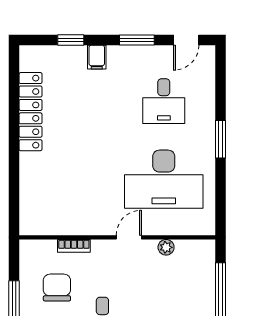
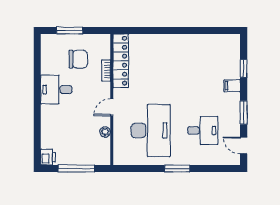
desk: (164, 101) -> (203, 130), turned 180
locker: (31, 112) -> (121, 61), moved, turned -90
desk: (164, 179) -> (151, 130), turned 180
door: (129, 237) -> (112, 107), swing flipped

